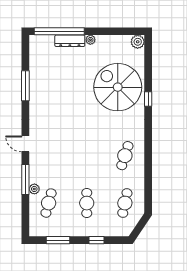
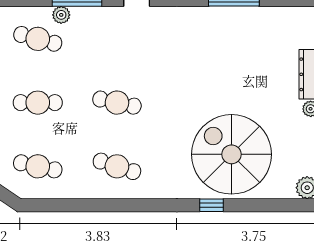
spiral stairs: (118, 87) -> (231, 154), turned -90
cafe table: (87, 156) -> (117, 103), added

